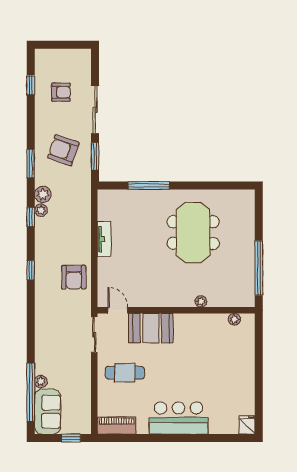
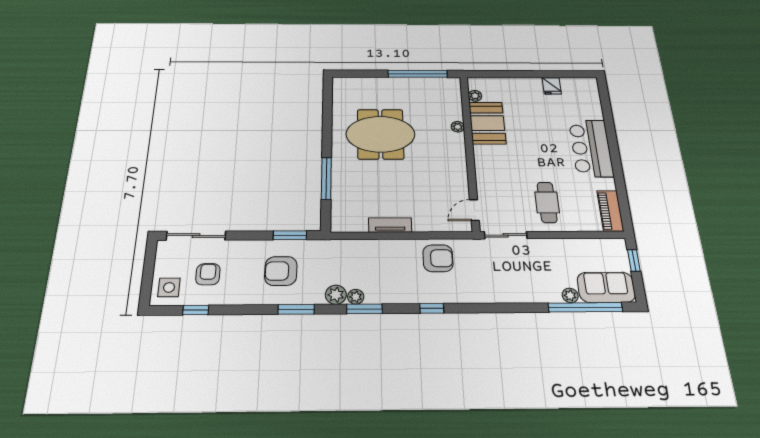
side table: (50, 63) -> (169, 287), added
sliding door: (95, 110) -> (196, 236), moved
armchair: (63, 150) -> (281, 271), turned 71
window: (31, 217) -> (364, 309), width x1.50
booth: (151, 328) -> (487, 123), moved
fridge: (247, 425) -> (552, 86), moved, turned -90

